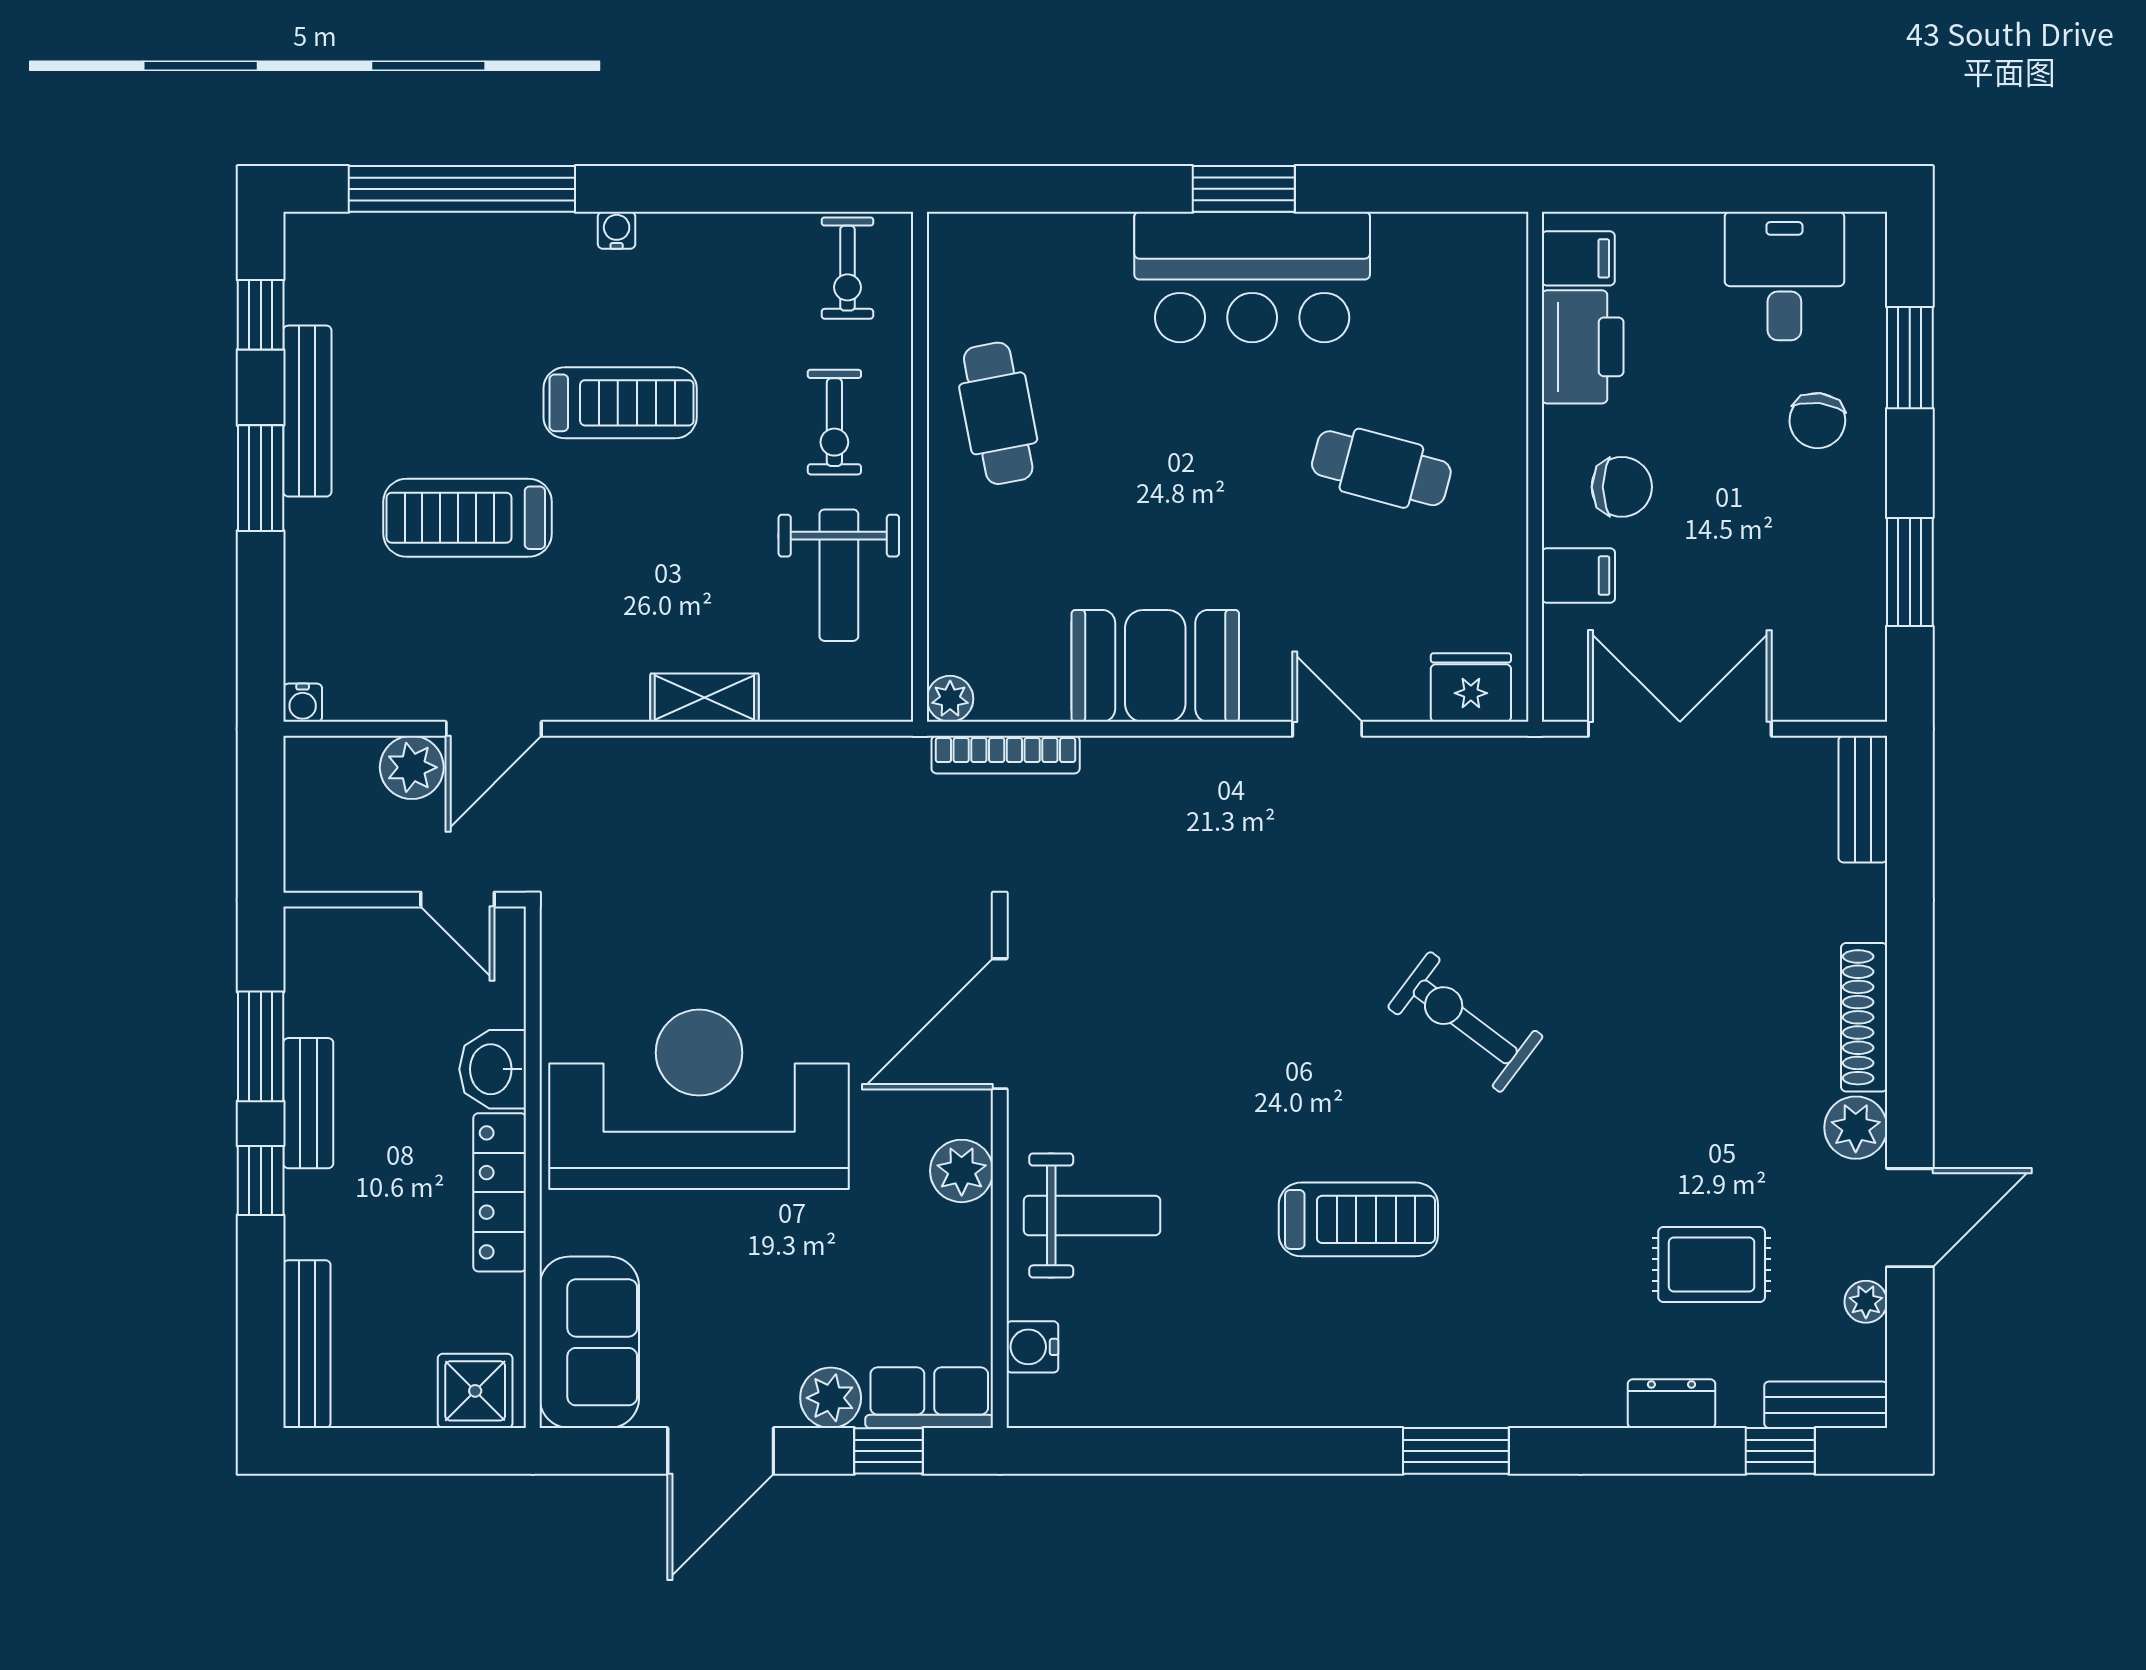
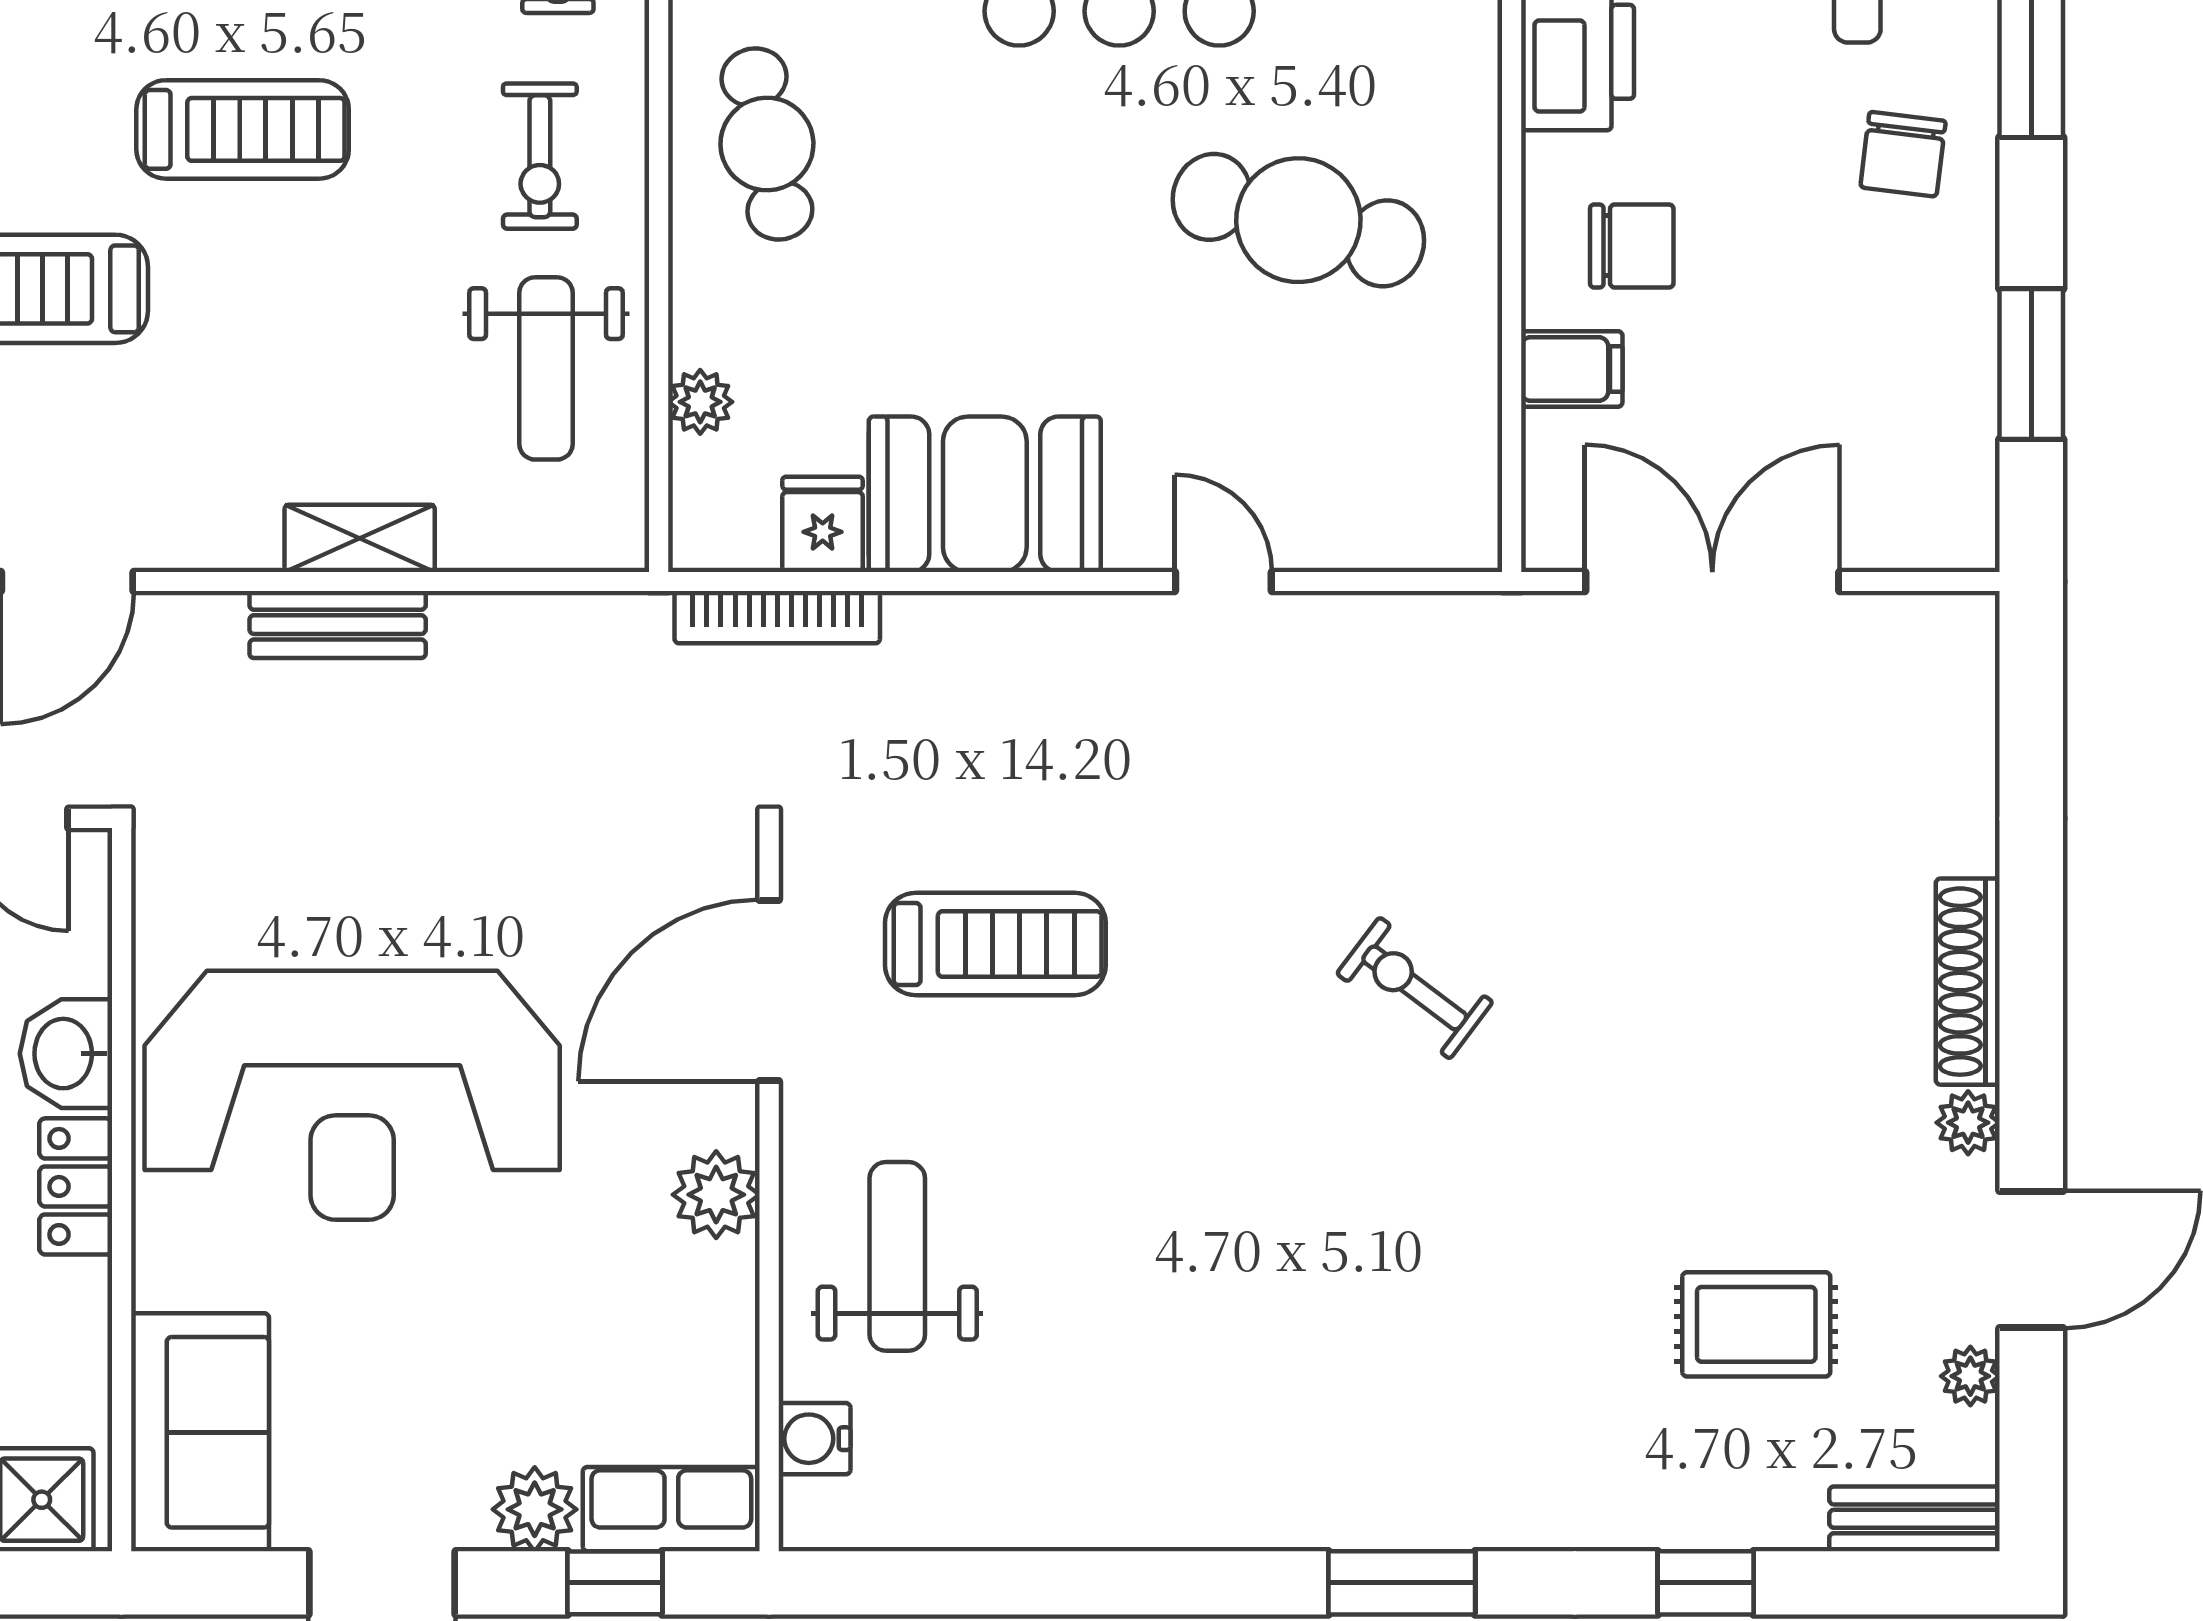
cafe table: (1381, 468) -> (1298, 220), width x1.37, depth x1.35
fridge: (1471, 688) -> (823, 524), moved, width x0.72
plant: (950, 699) -> (700, 402), moved
bench: (1863, 799) -> (338, 625), moved, turned 90
exercise bike: (1465, 1022) -> (1415, 988), width x0.73, depth x0.72
reception desk: (699, 1099) -> (352, 1095), turned 180
plant: (1856, 1128) -> (1968, 1123), width x0.73, depth x0.73
locker: (500, 1192) -> (76, 1186), width x0.66
weight bench: (1092, 1215) -> (897, 1256), turned -90
treadmill: (1358, 1219) -> (995, 944), moved
dresser: (1671, 1404) -> (1701, 1517), removed
window: (1780, 1451) -> (1706, 1583), moved

